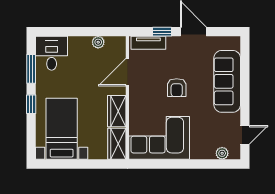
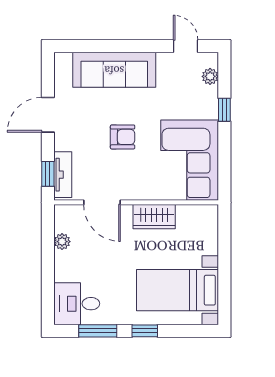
window: (162, 32) -> (48, 174), moved
wardrobe: (117, 144) -> (198, 217), removed
window: (197, 164) -> (224, 110), added

